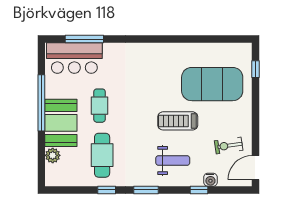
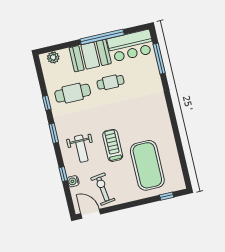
bar counter: (74, 58) -> (131, 46), moved, turned -90
exercise bike: (229, 146) -> (103, 189), width x1.38, depth x1.39
plant: (53, 155) -> (53, 57), moved

